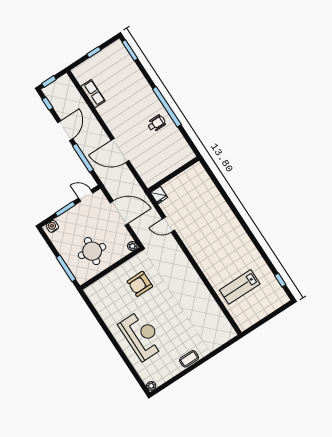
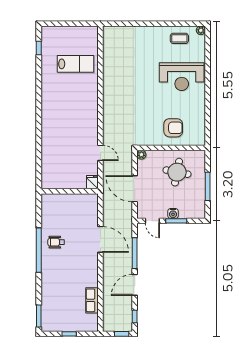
water cooler: (52, 226) -> (173, 213), moved
window: (66, 268) -> (208, 186), moved
armchair: (140, 284) -> (173, 128), moved
reception desk: (142, 336) -> (182, 77), turned -90
coffee table: (189, 359) -> (179, 38), moved

